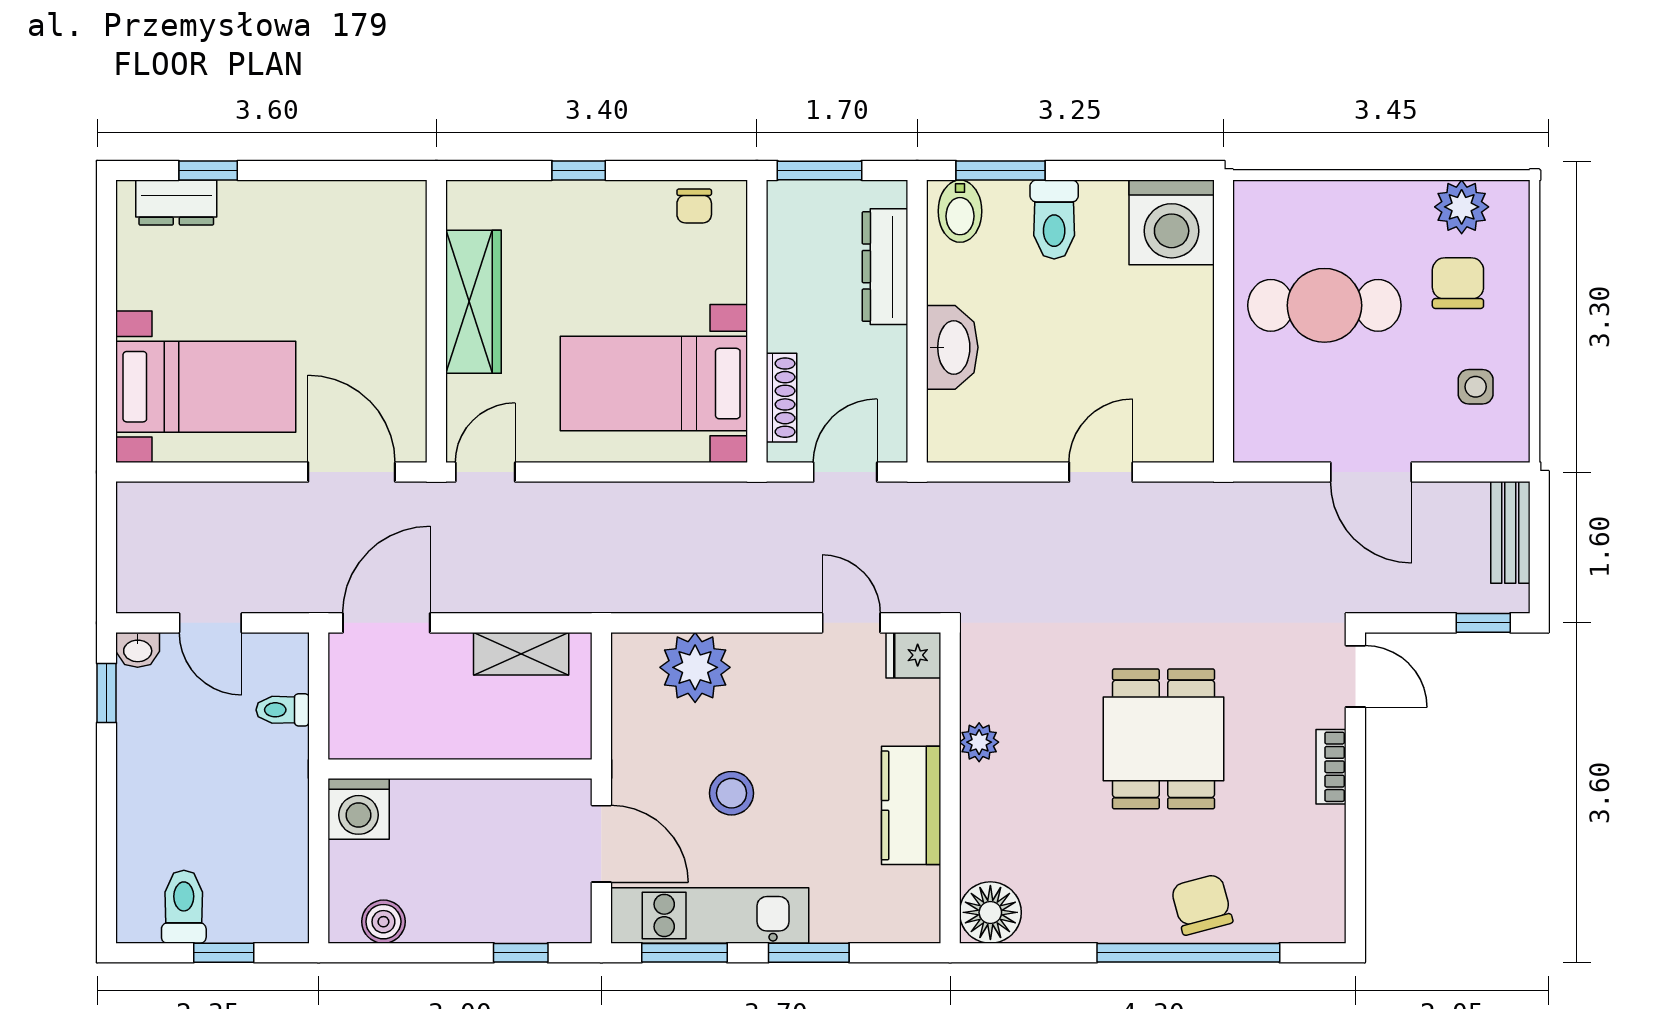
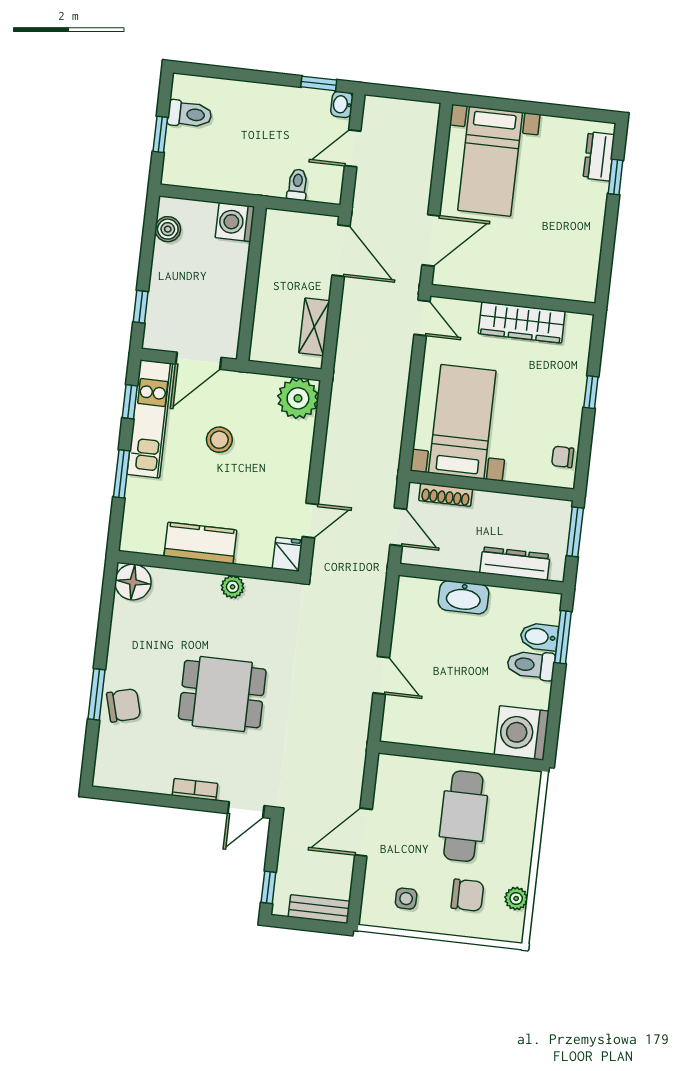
plant: (1462, 207) -> (516, 899), width x0.73, depth x0.73
bidet: (960, 211) -> (539, 637), moved
plant: (695, 667) -> (298, 398), moved
window: (684, 953) -> (130, 402), width x0.67
window: (1188, 953) -> (96, 694), width x0.47

